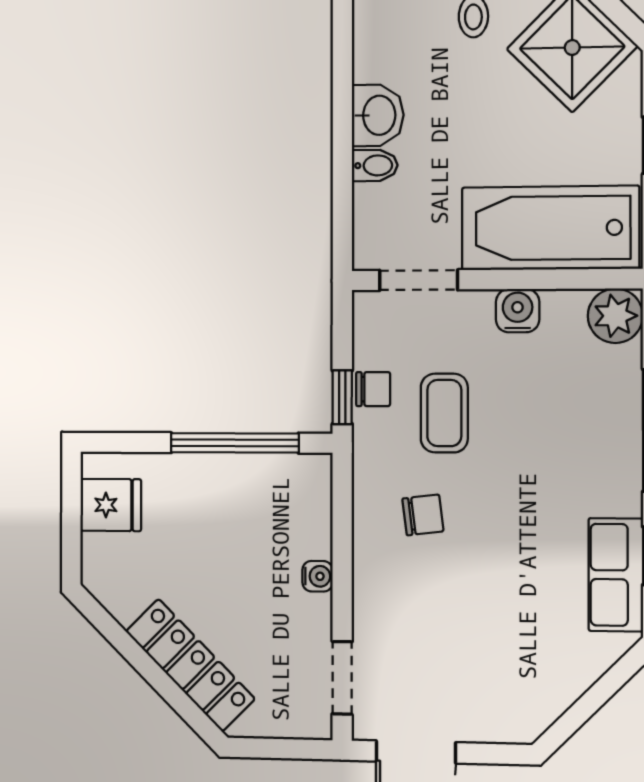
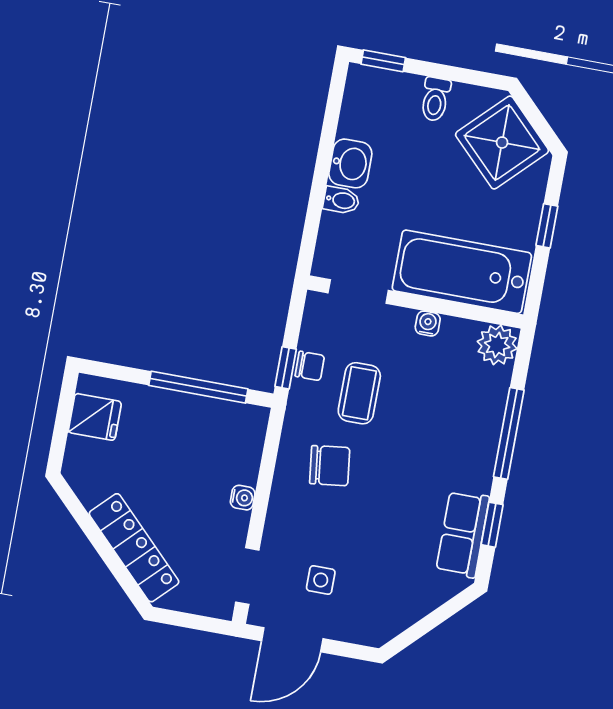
water cooler: (518, 311) -> (428, 323), width x0.72, depth x0.72
chair: (423, 515) -> (330, 466), width x1.37, depth x1.37
side table: (439, 667) -> (321, 580), added

